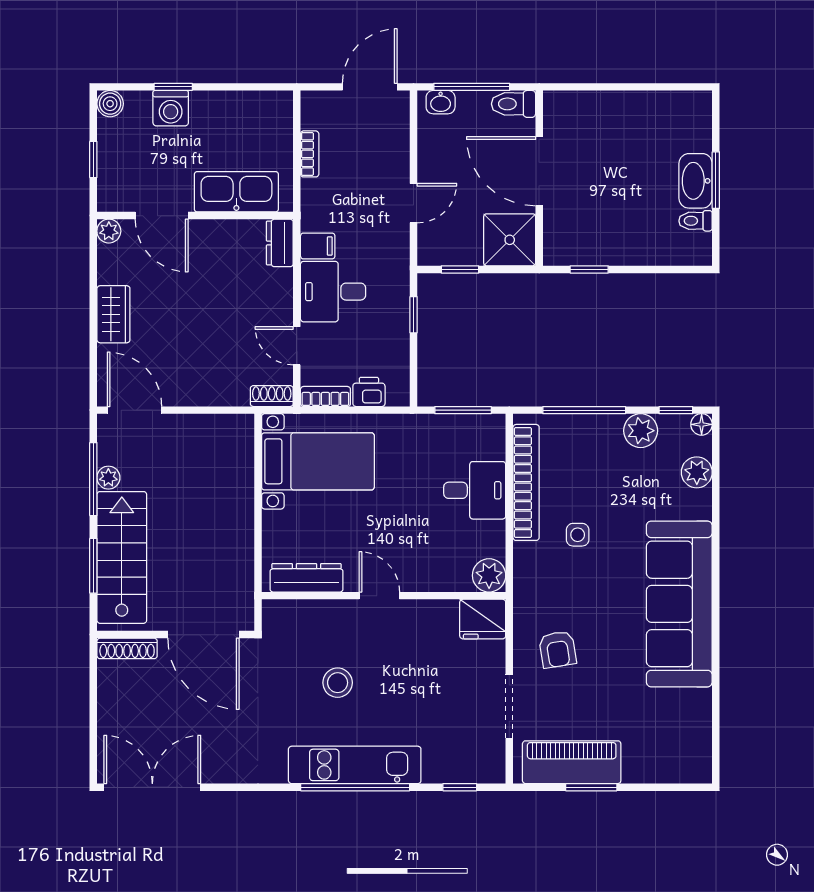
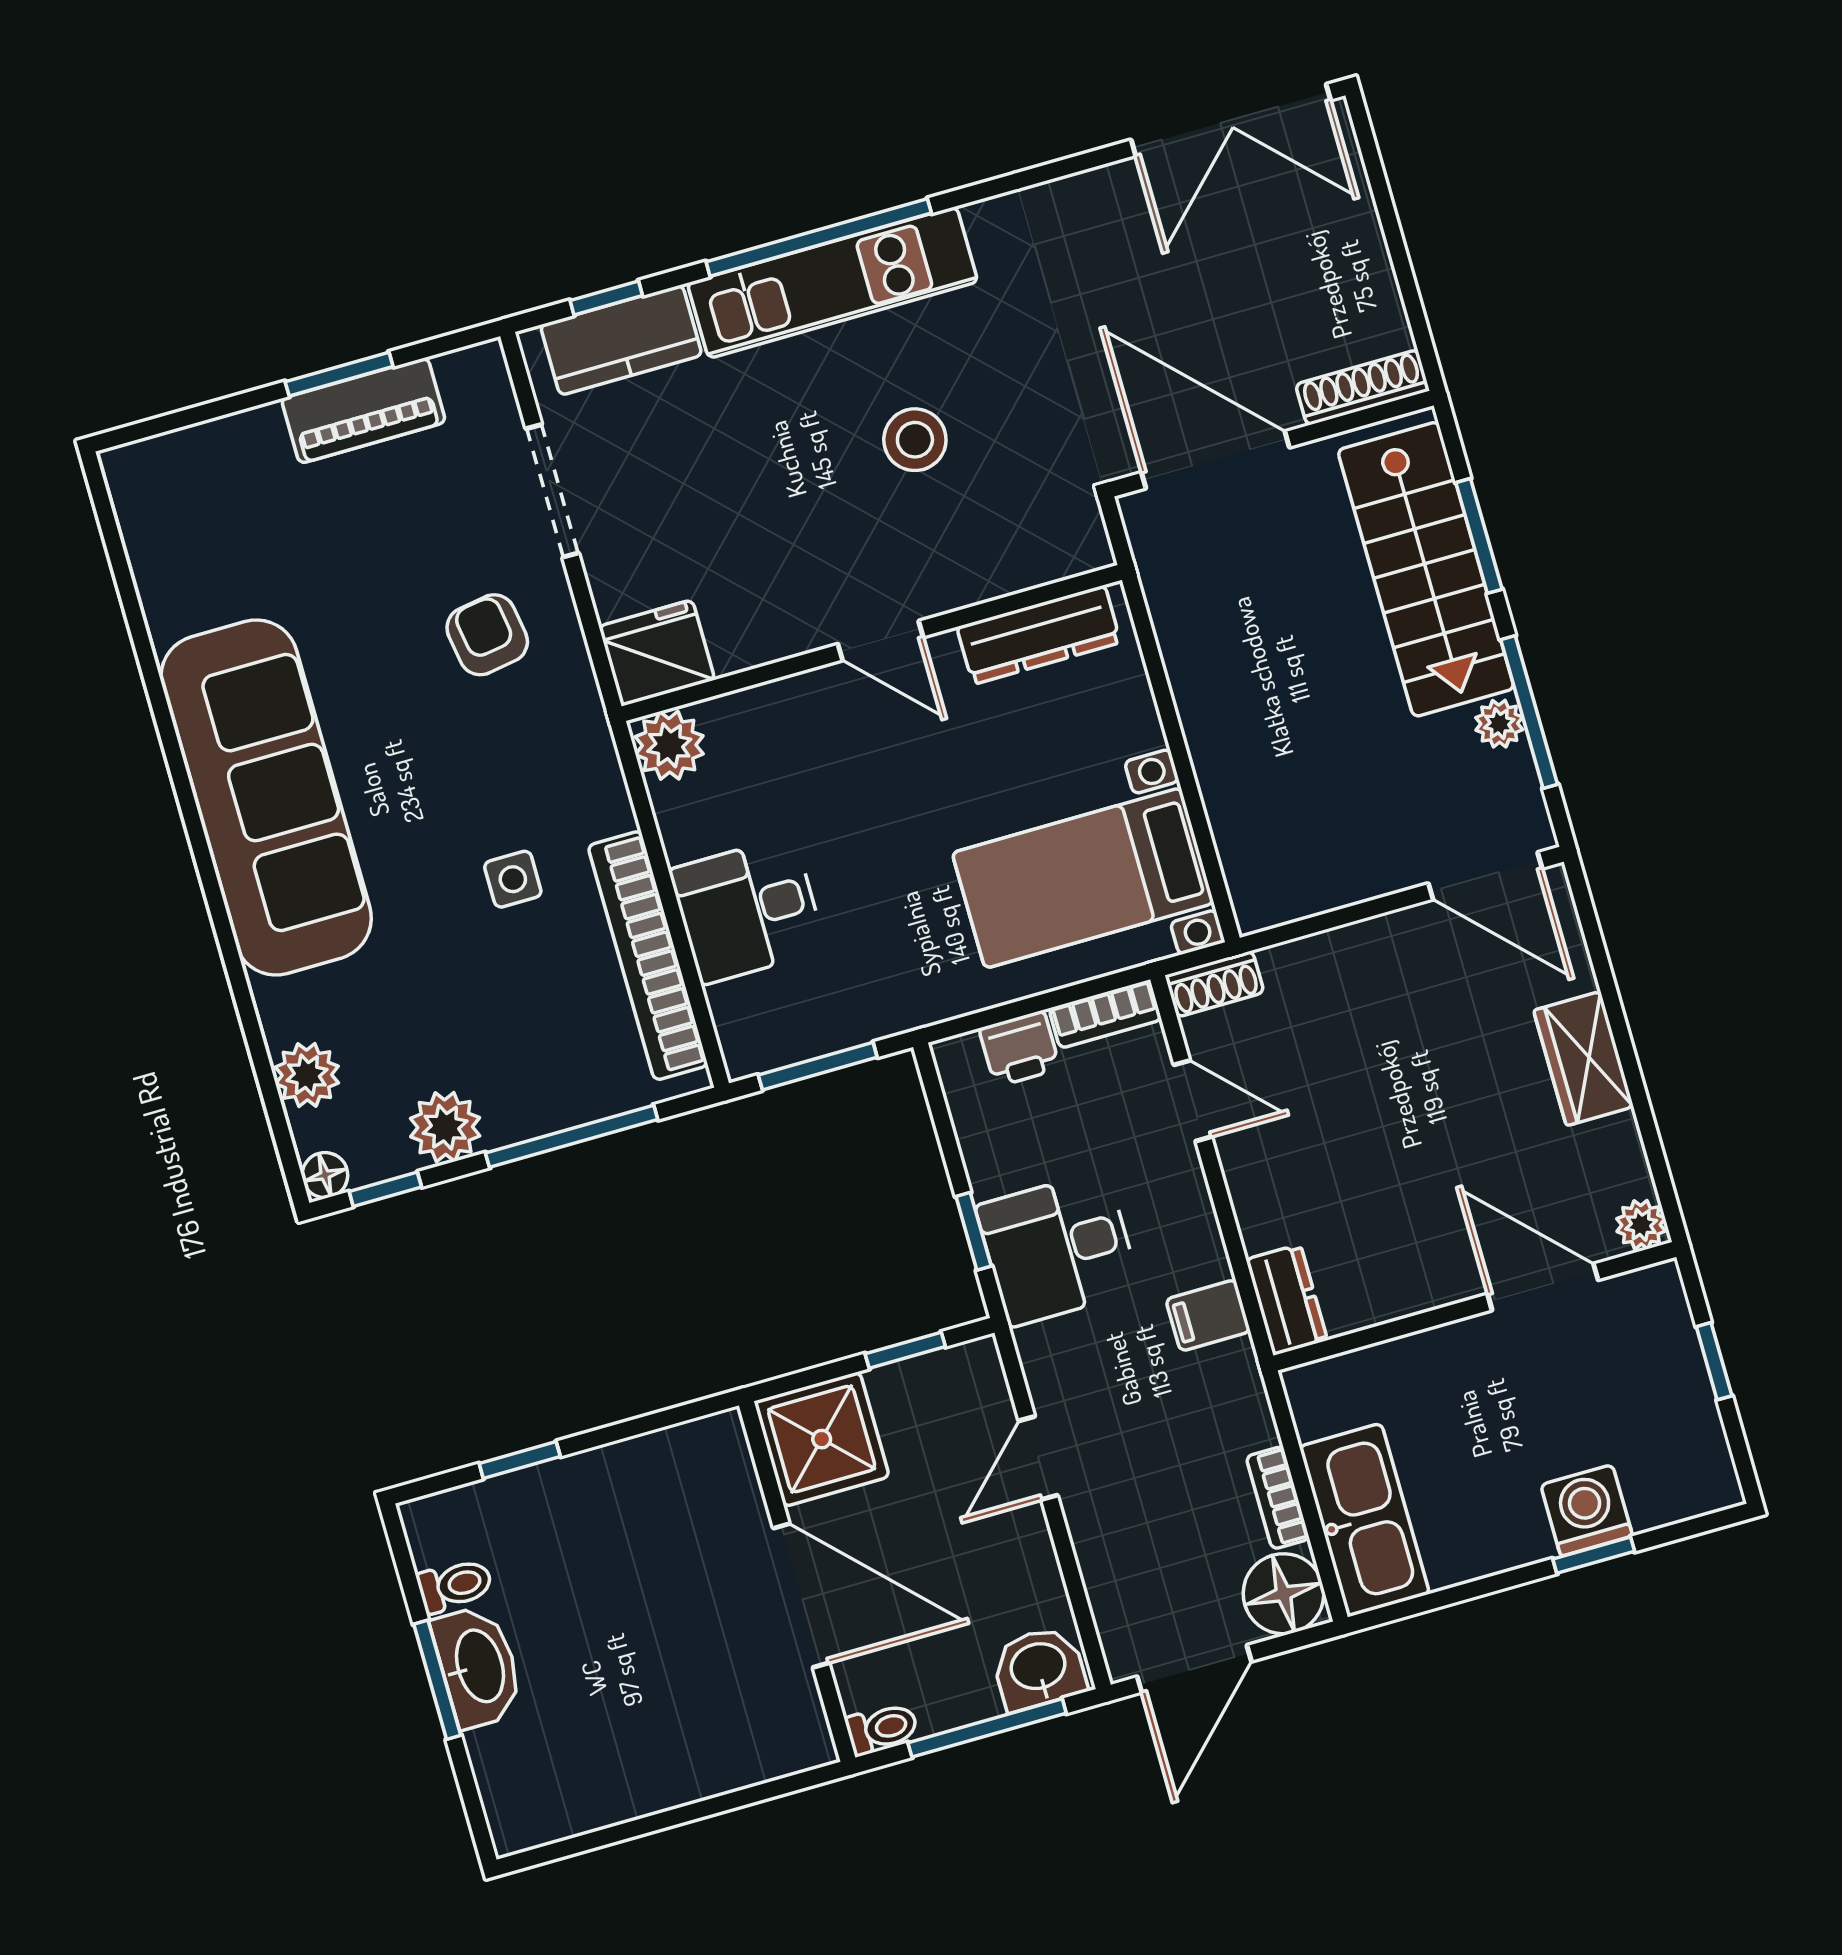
washbasin: (441, 102) -> (1039, 1668), width x1.38, depth x1.45
boiler: (110, 104) -> (1712, 1484), removed
toilet: (514, 104) -> (882, 1728), width x0.73, depth x0.72
floor lamp: (319, 109) -> (1284, 1594), added
kitchen sink: (236, 192) -> (1364, 1520), moved, turned -90
window: (589, 269) -> (520, 1460), moved
desk: (333, 292) -> (1058, 1248), moved, turned 180
piano: (572, 762) -> (363, 410), width x0.73, depth x0.75
kitchen counter: (458, 766) -> (621, 340), added

